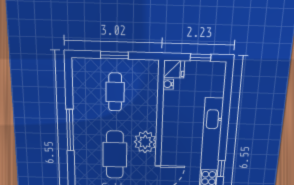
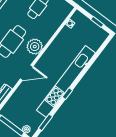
fridge: (174, 69) -> (79, 18), removed

